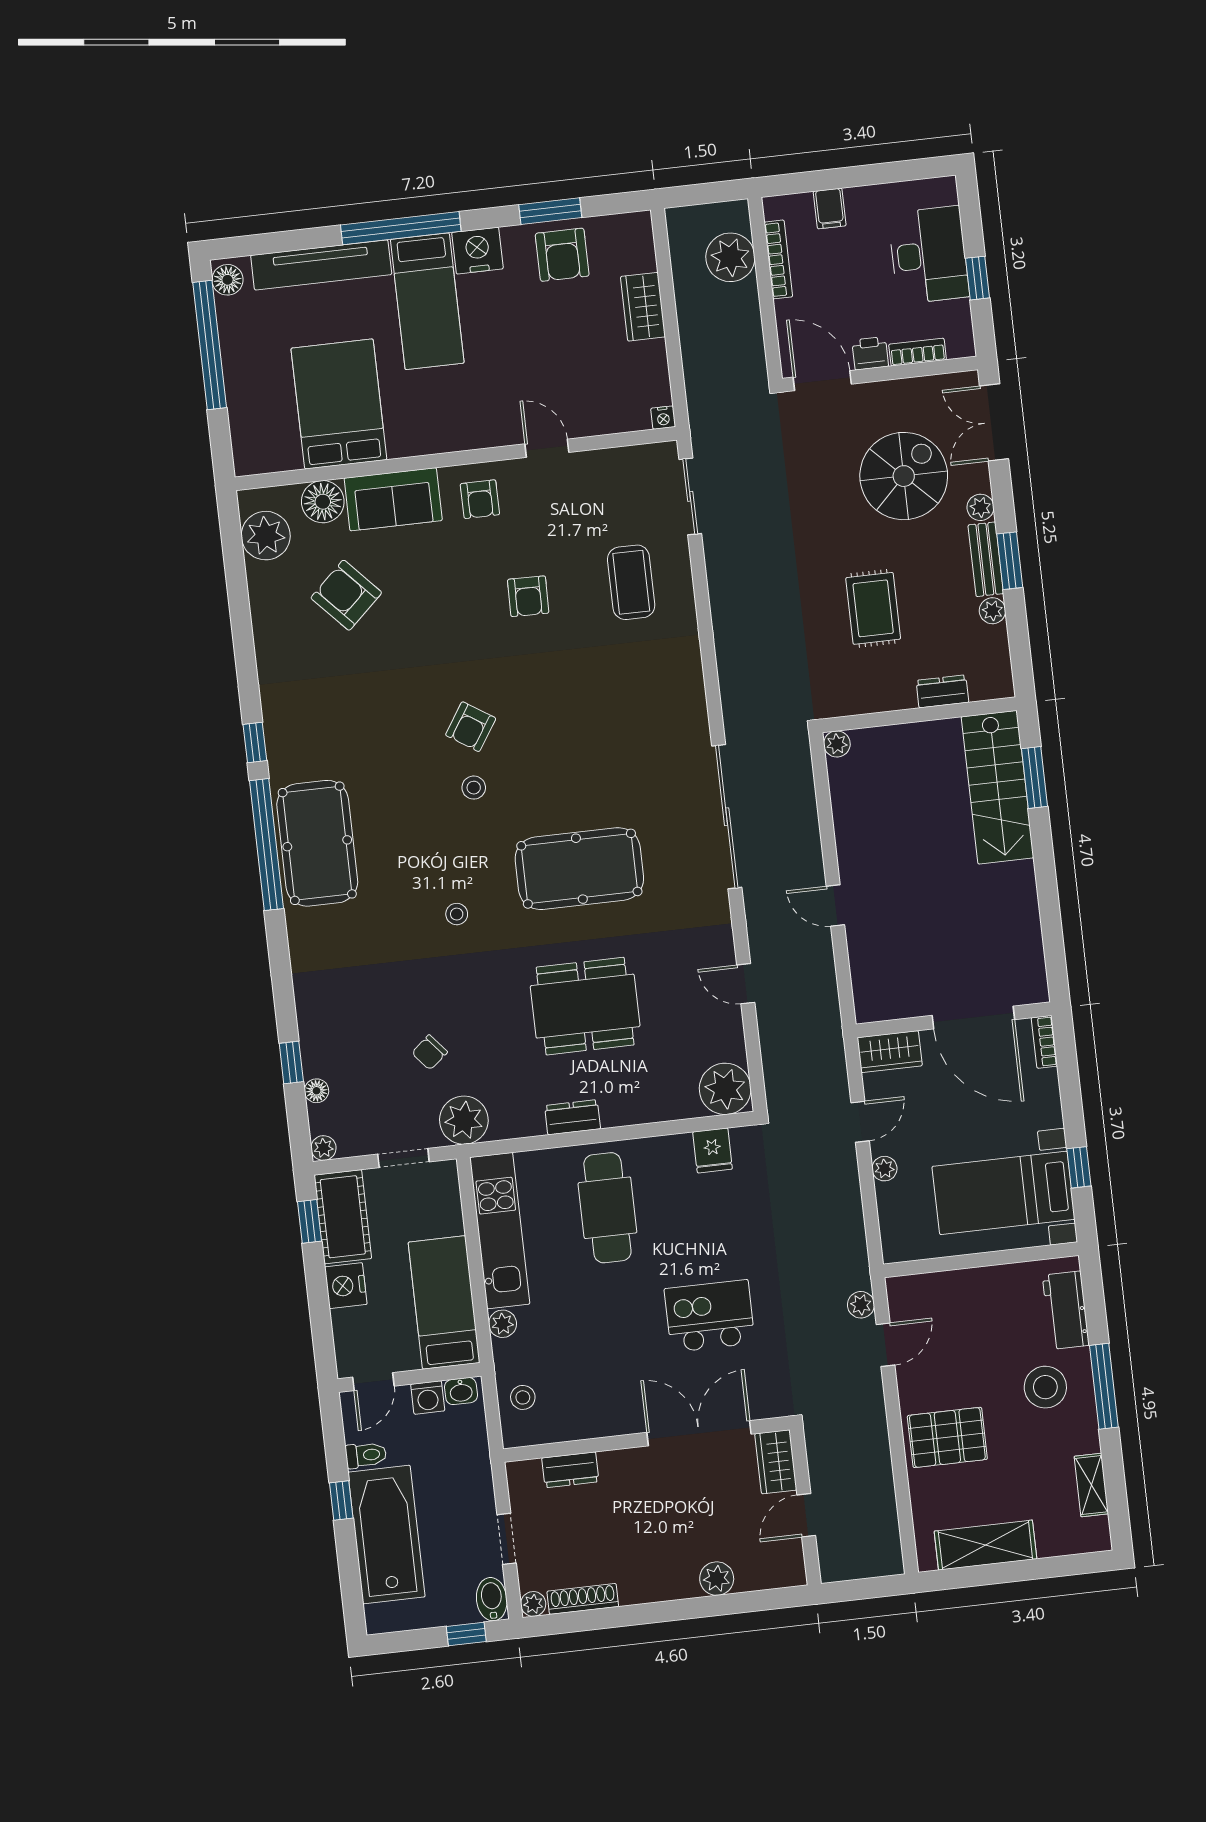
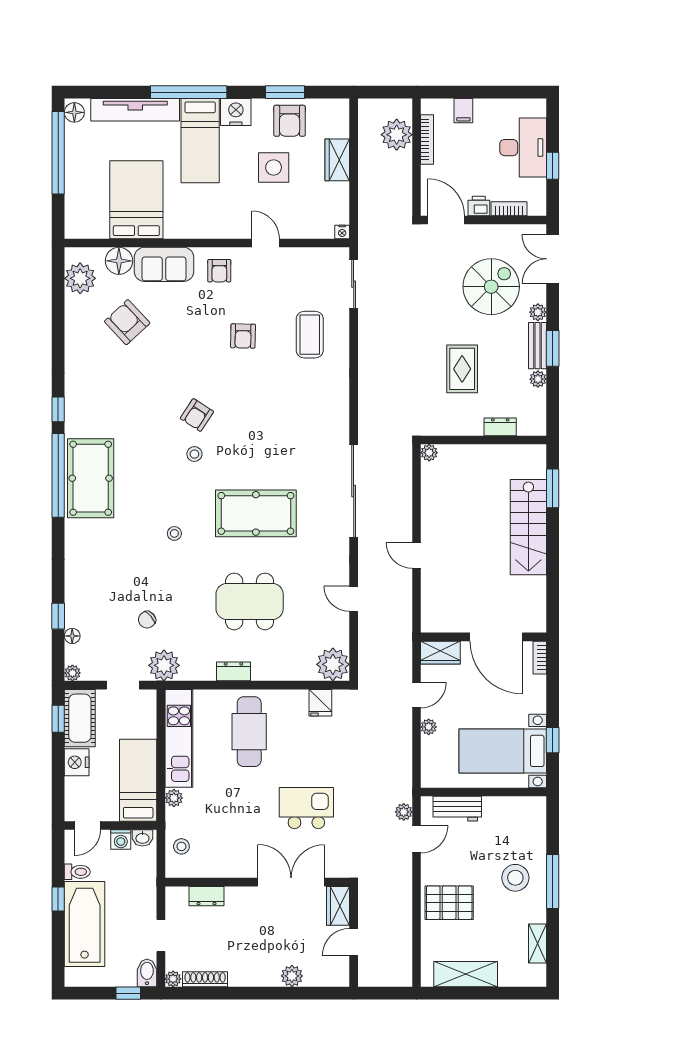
side table: (546, 330) -> (274, 167), added
stairs: (997, 787) -> (528, 527), moved
workbench: (1066, 1310) -> (457, 809), moved, turned -90

